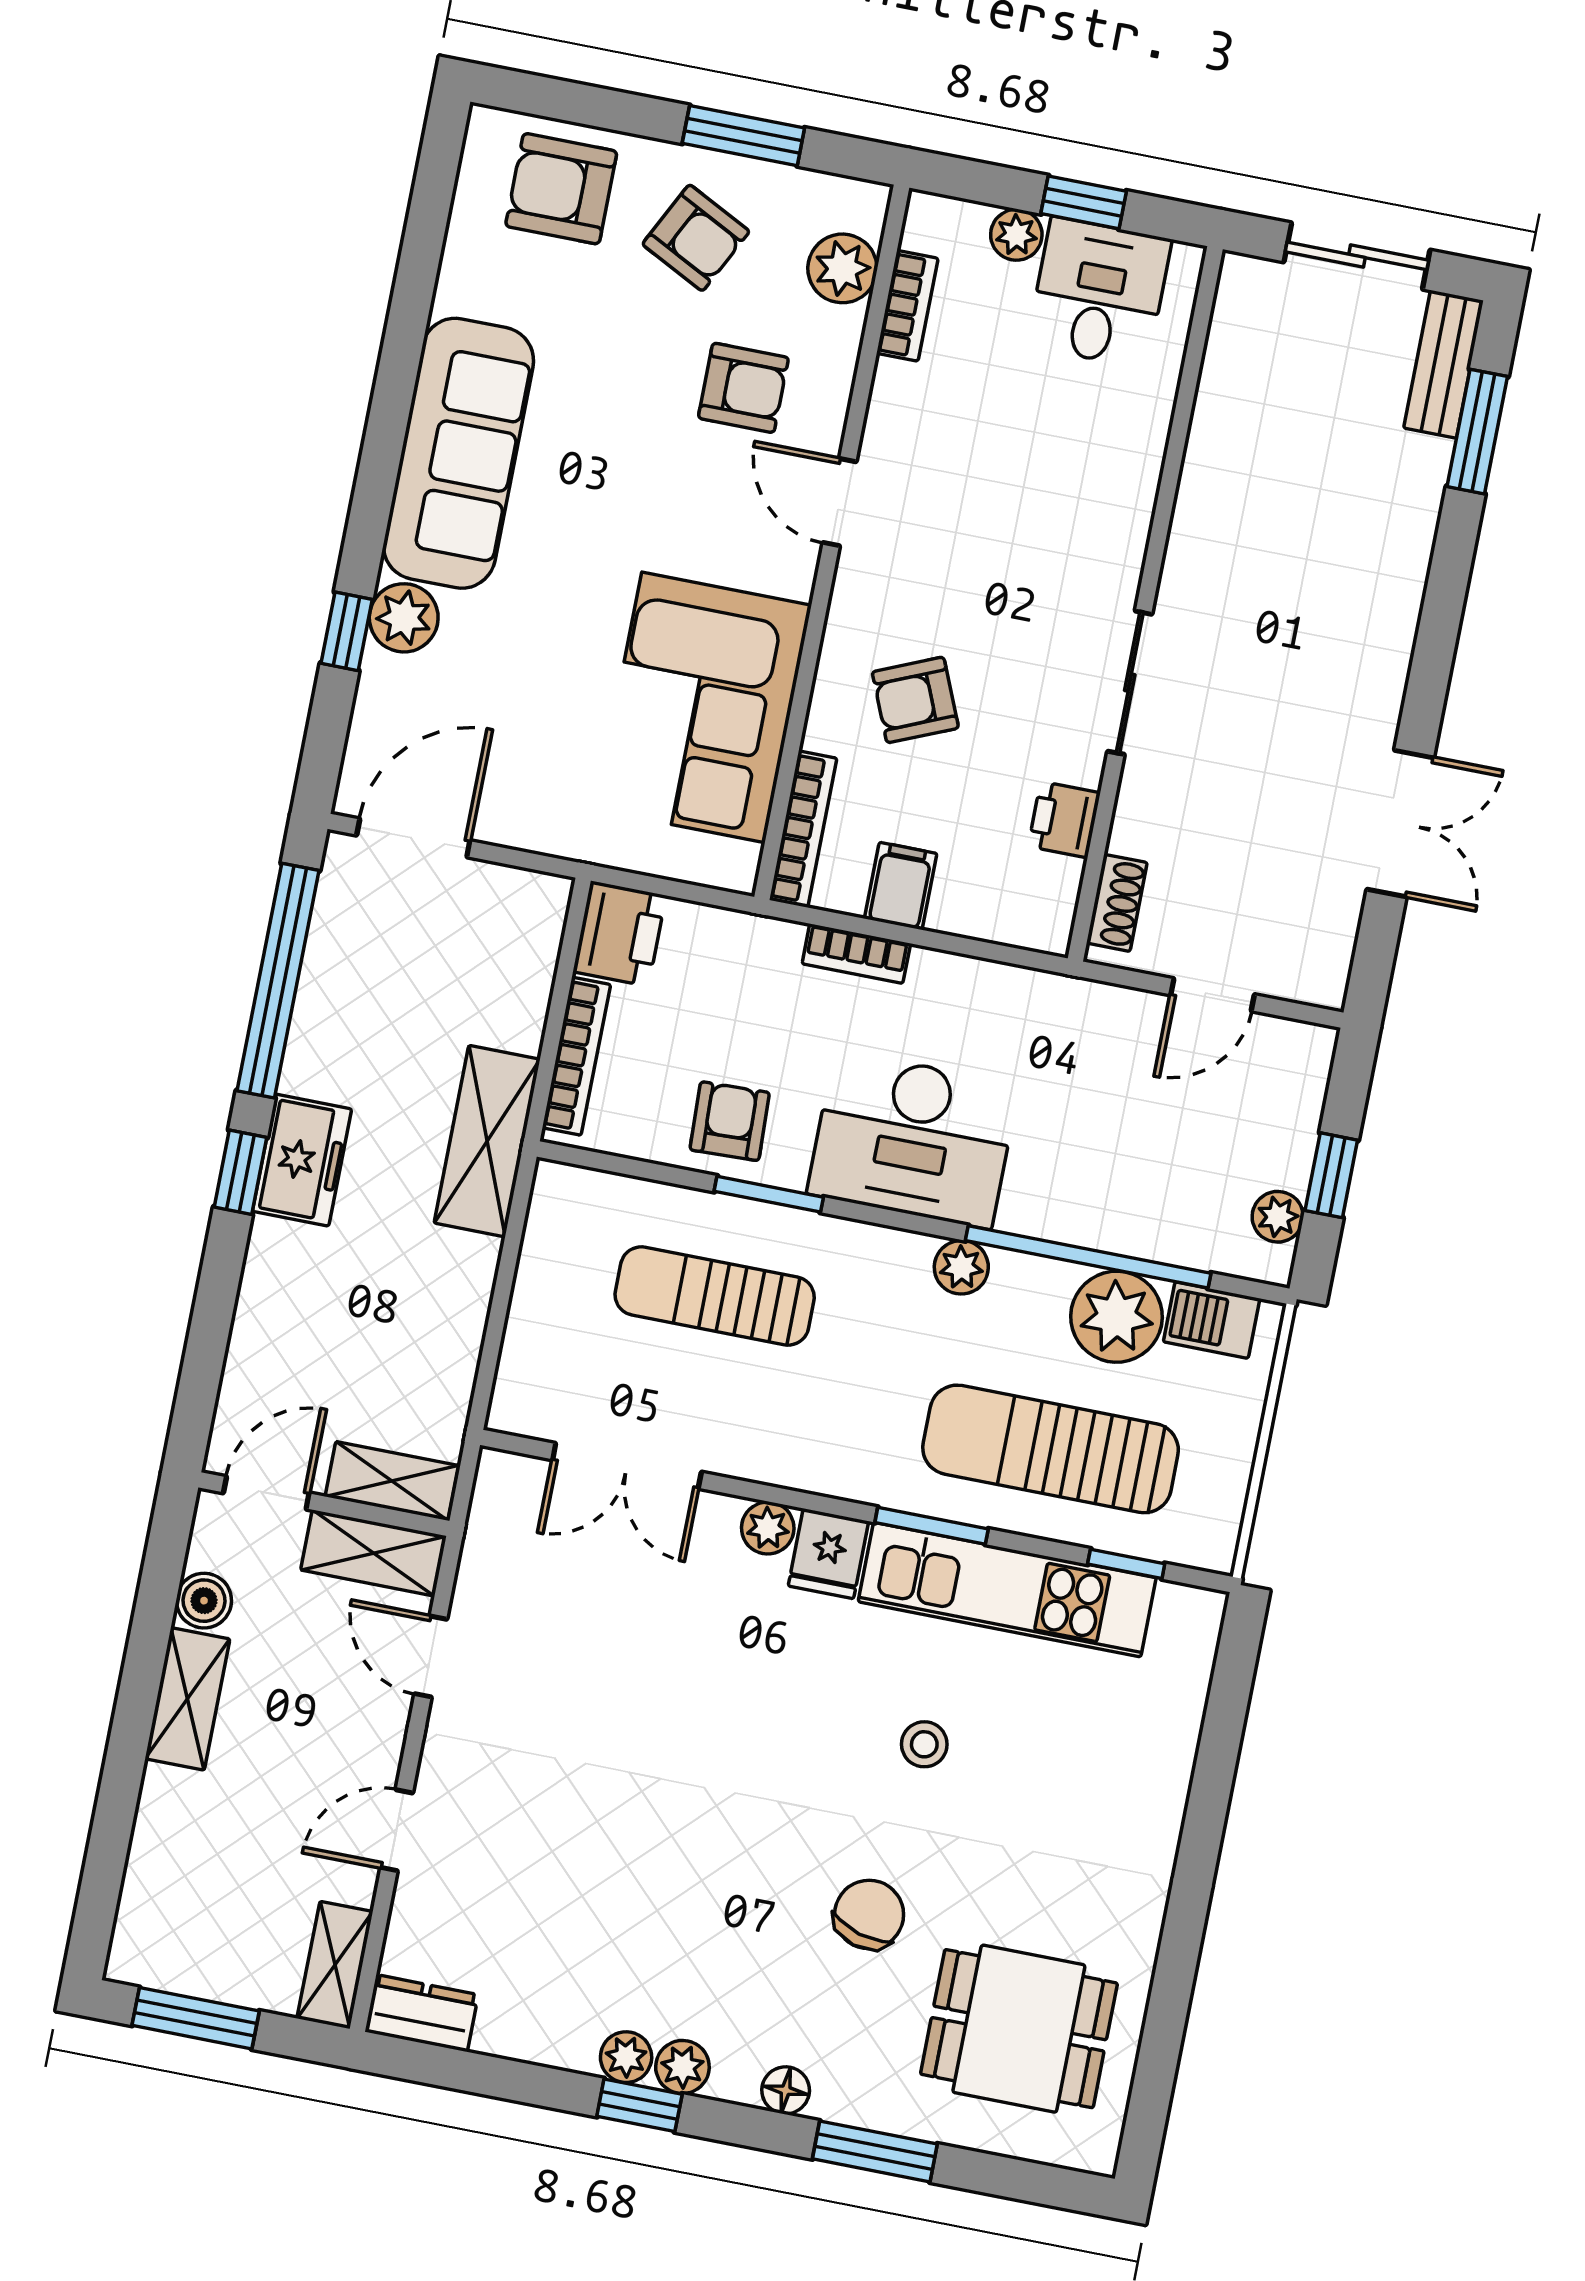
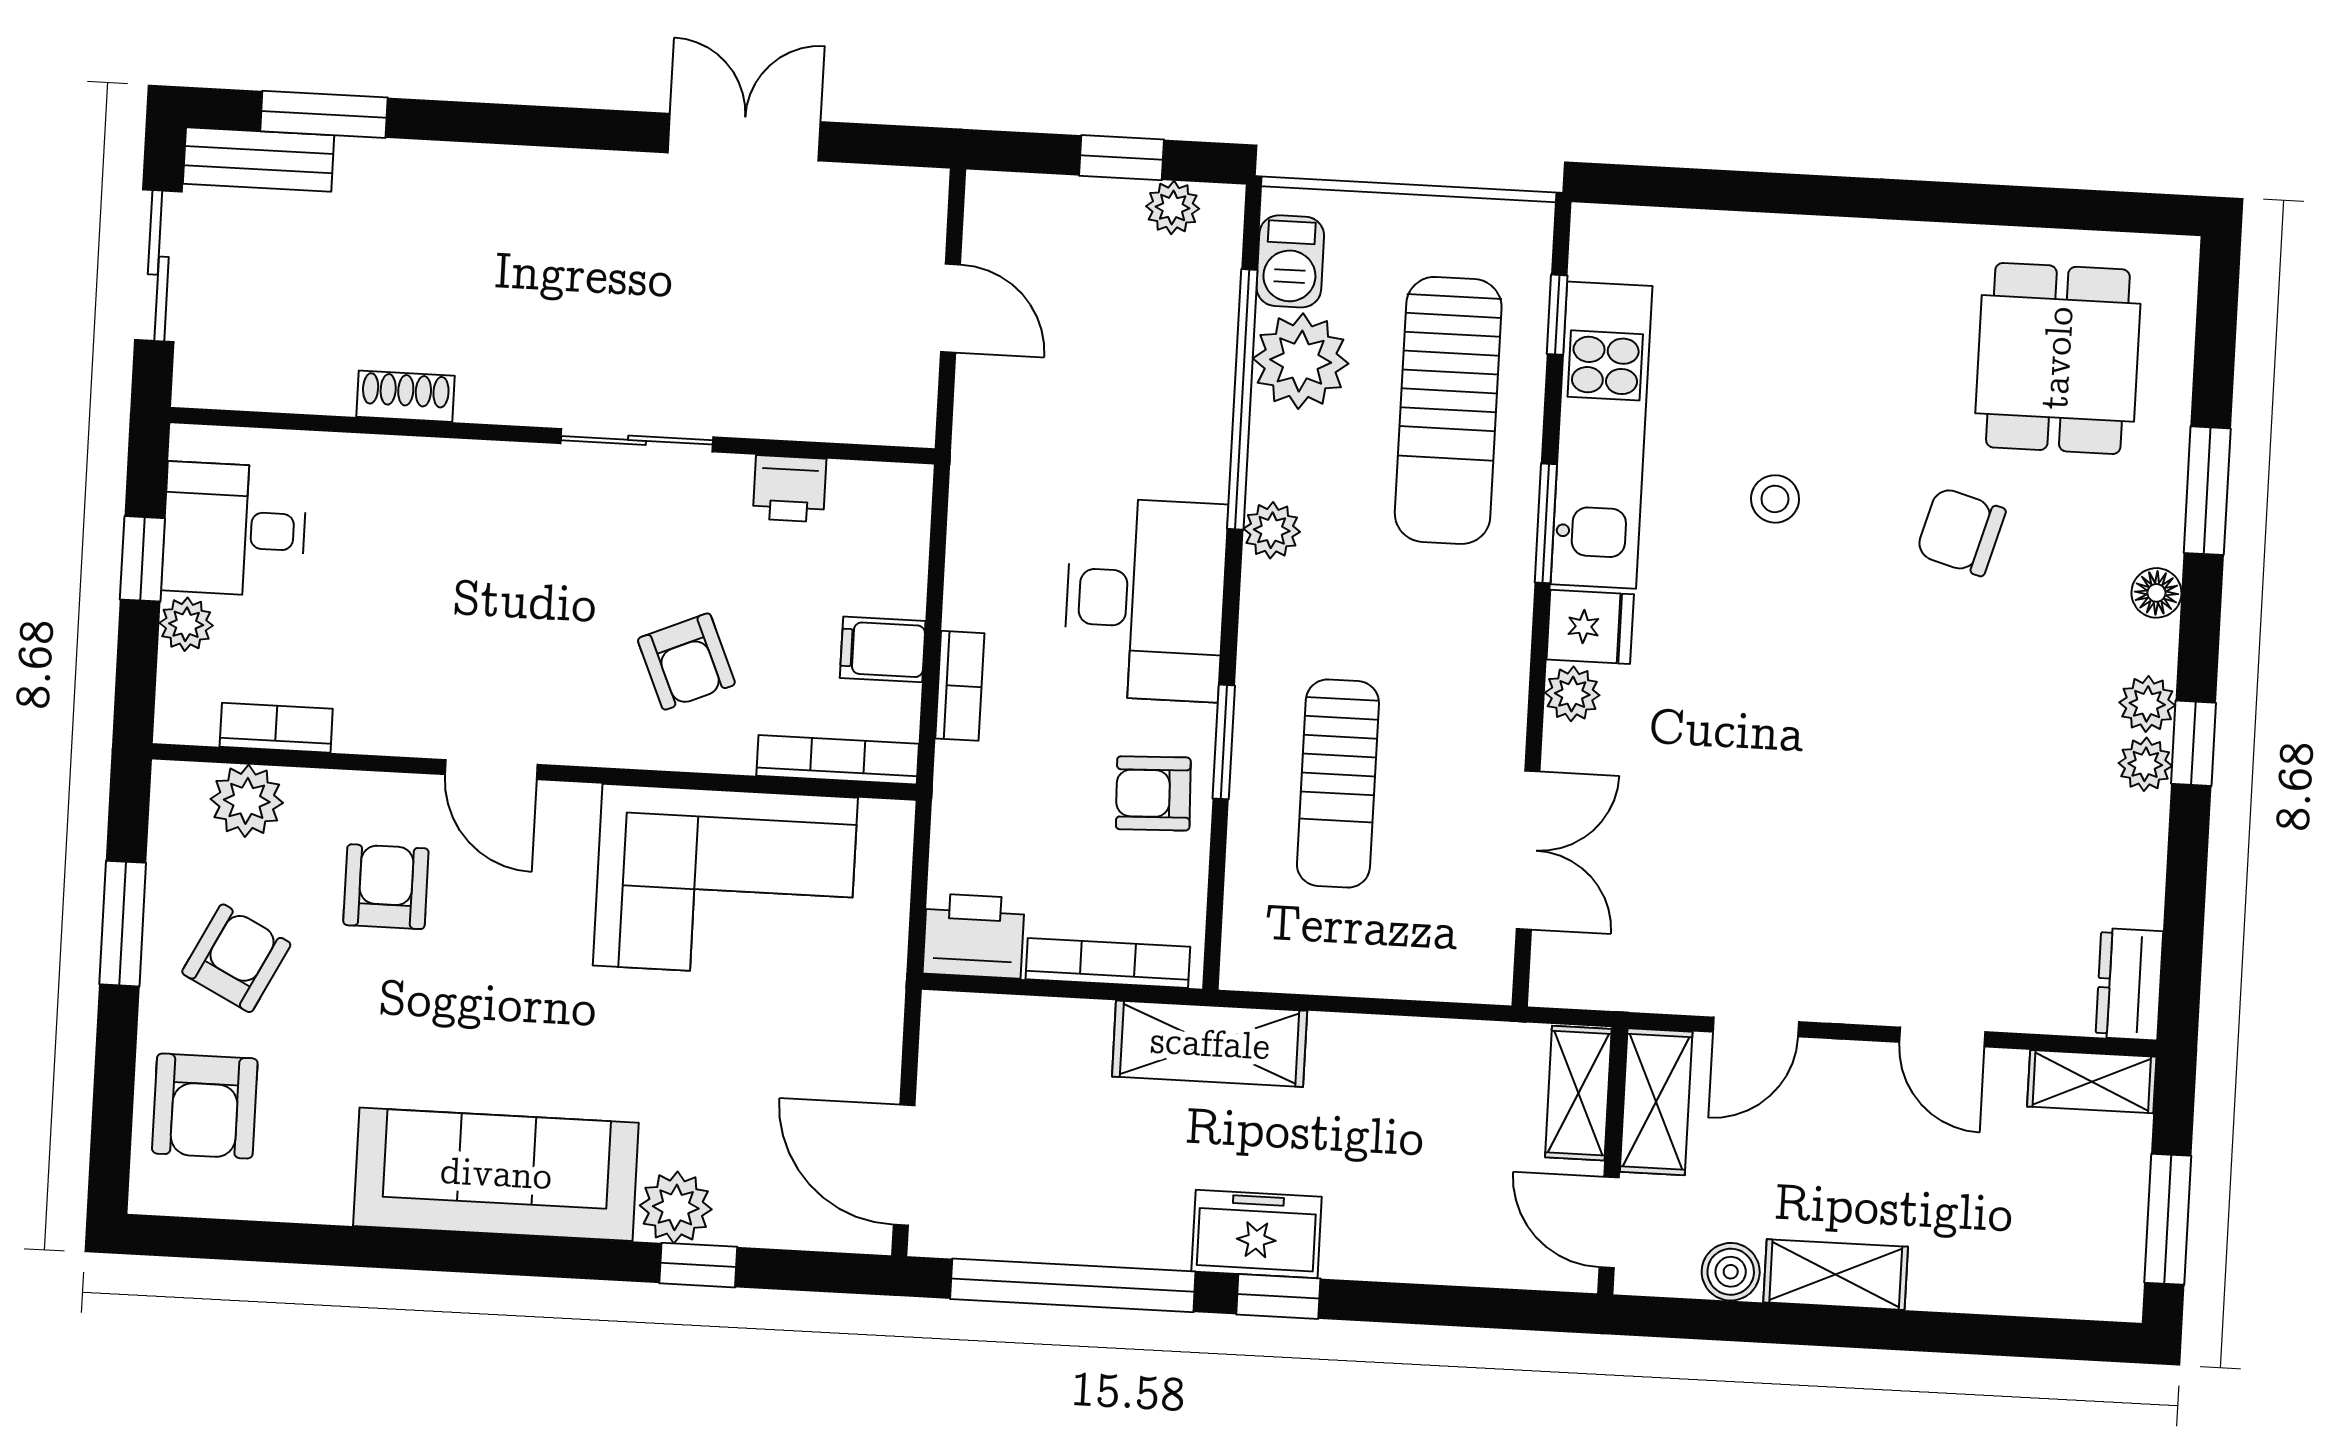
door: (840, 502) -> (491, 770), hinge flipped
shoe rack: (1117, 903) -> (405, 396), moved

